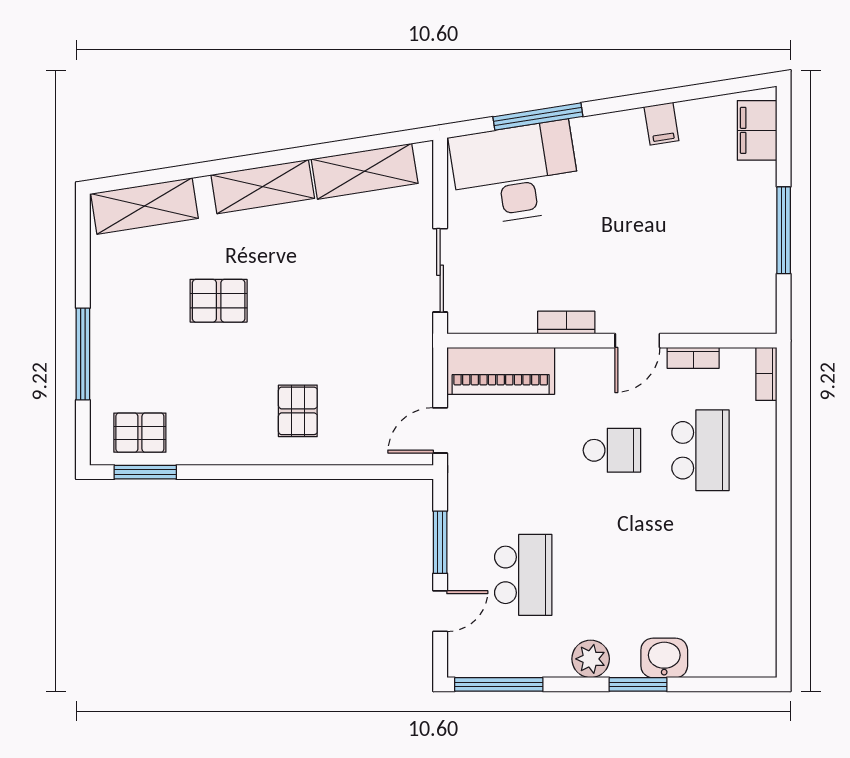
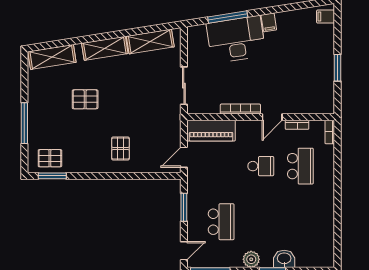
filing cabinet: (661, 124) -> (269, 22), moved
filing cabinet: (757, 130) -> (326, 17), width x0.50
desk: (515, 173) -> (236, 39), moved
window: (784, 230) -> (337, 68), width x0.69
bookcase: (566, 323) -> (240, 109), width x1.56
door: (440, 611) -> (184, 251), moved

